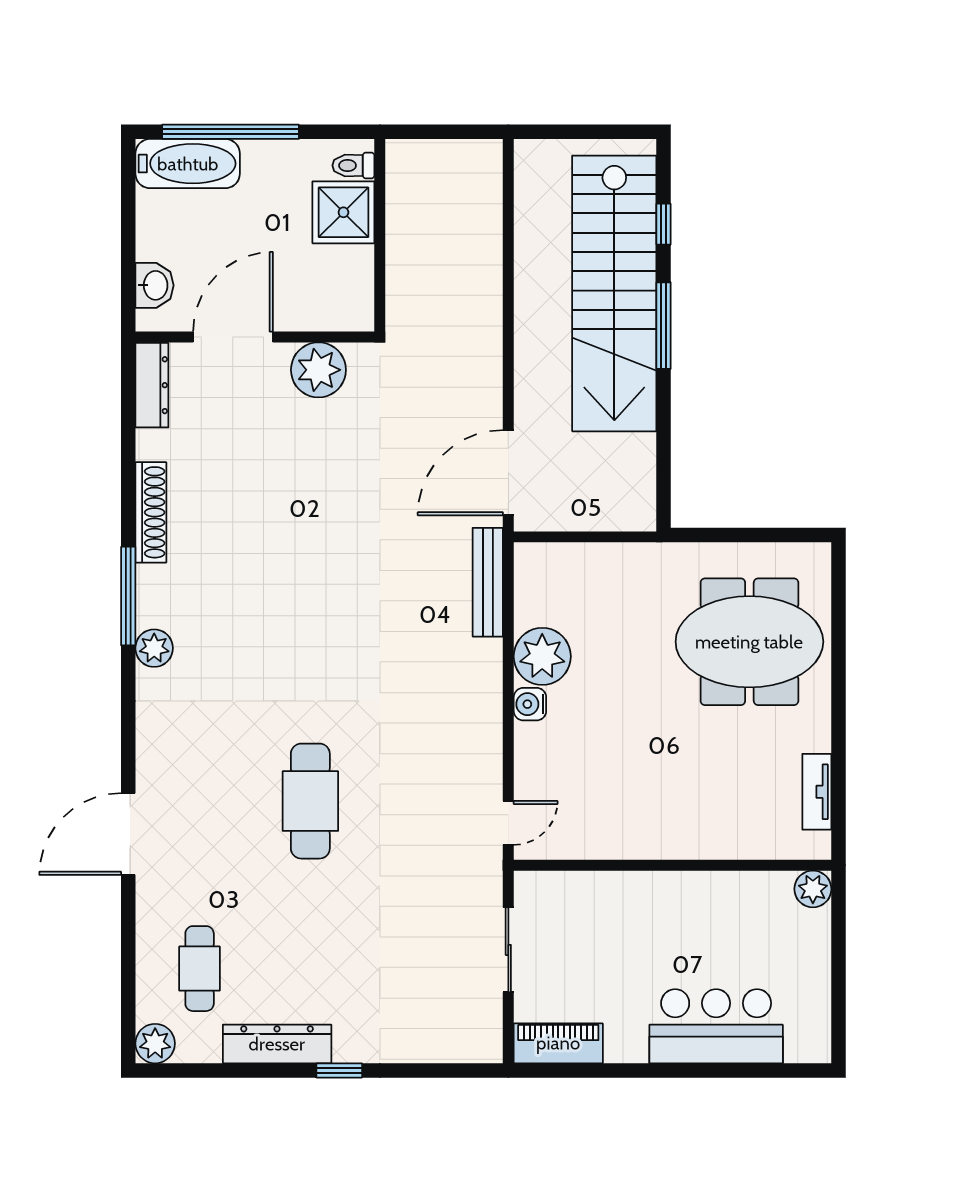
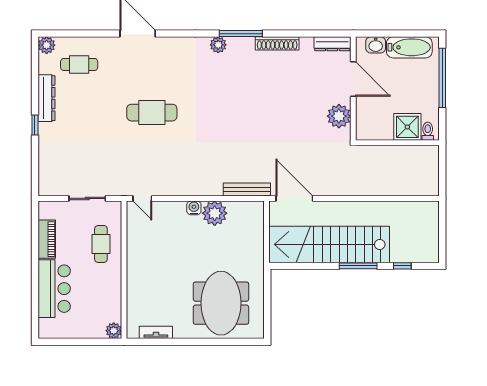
bathtub: (188, 164) -> (409, 47), moved, turned -90
stairs: (614, 293) -> (329, 244), moved
cafe table: (613, 918) -> (101, 244), added
piano: (558, 1043) -> (47, 239), moved

